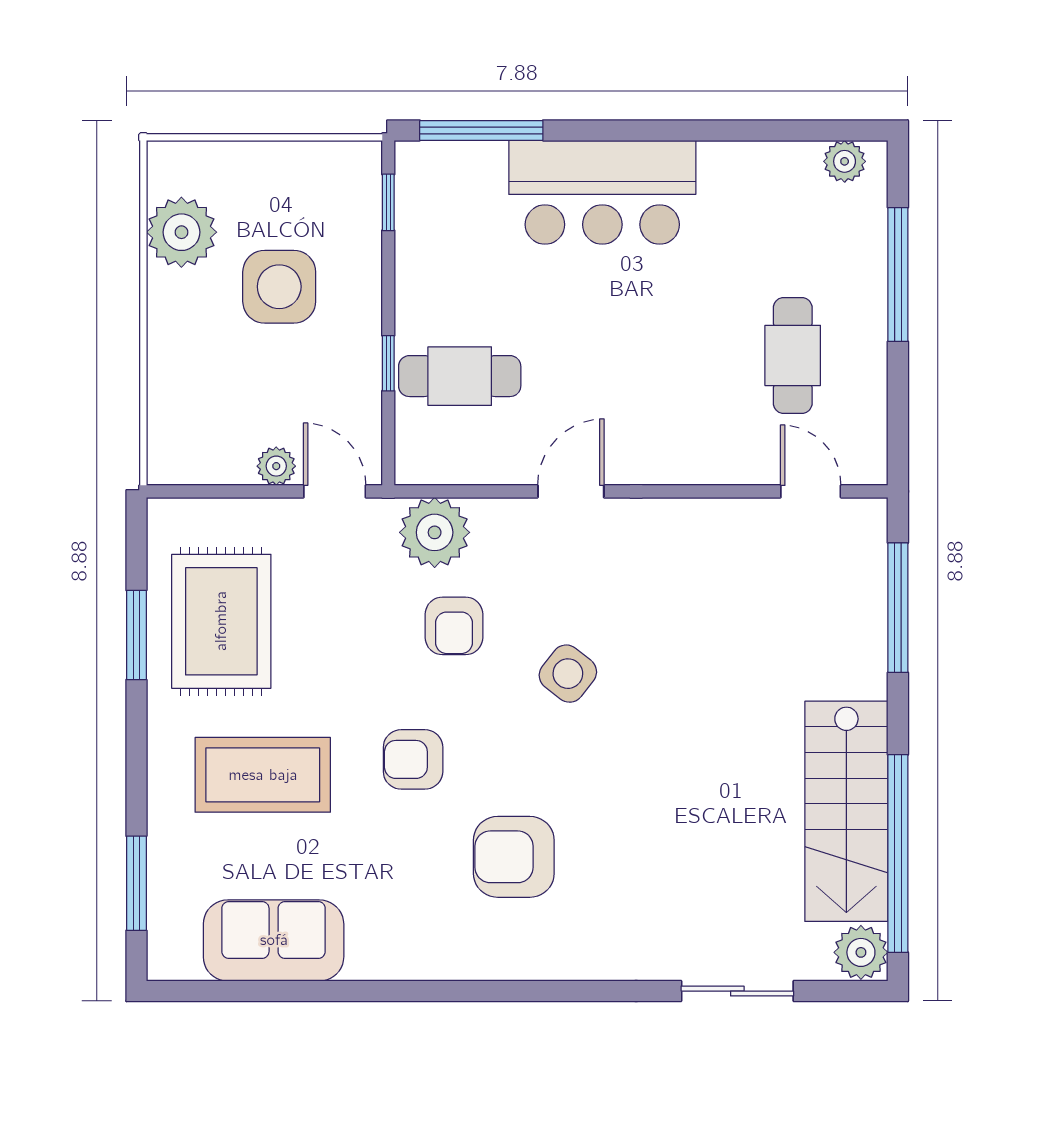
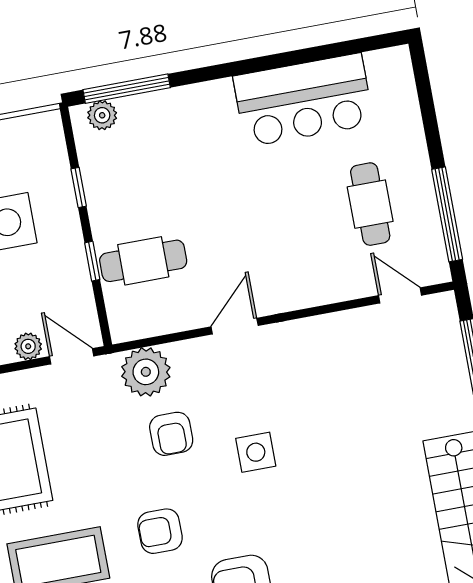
plant: (845, 161) -> (102, 115), moved
bar counter: (602, 192) -> (303, 100), moved
window: (388, 202) -> (79, 188), moved
window: (898, 275) -> (447, 214), moved
side table: (568, 674) -> (256, 452), turned -38

